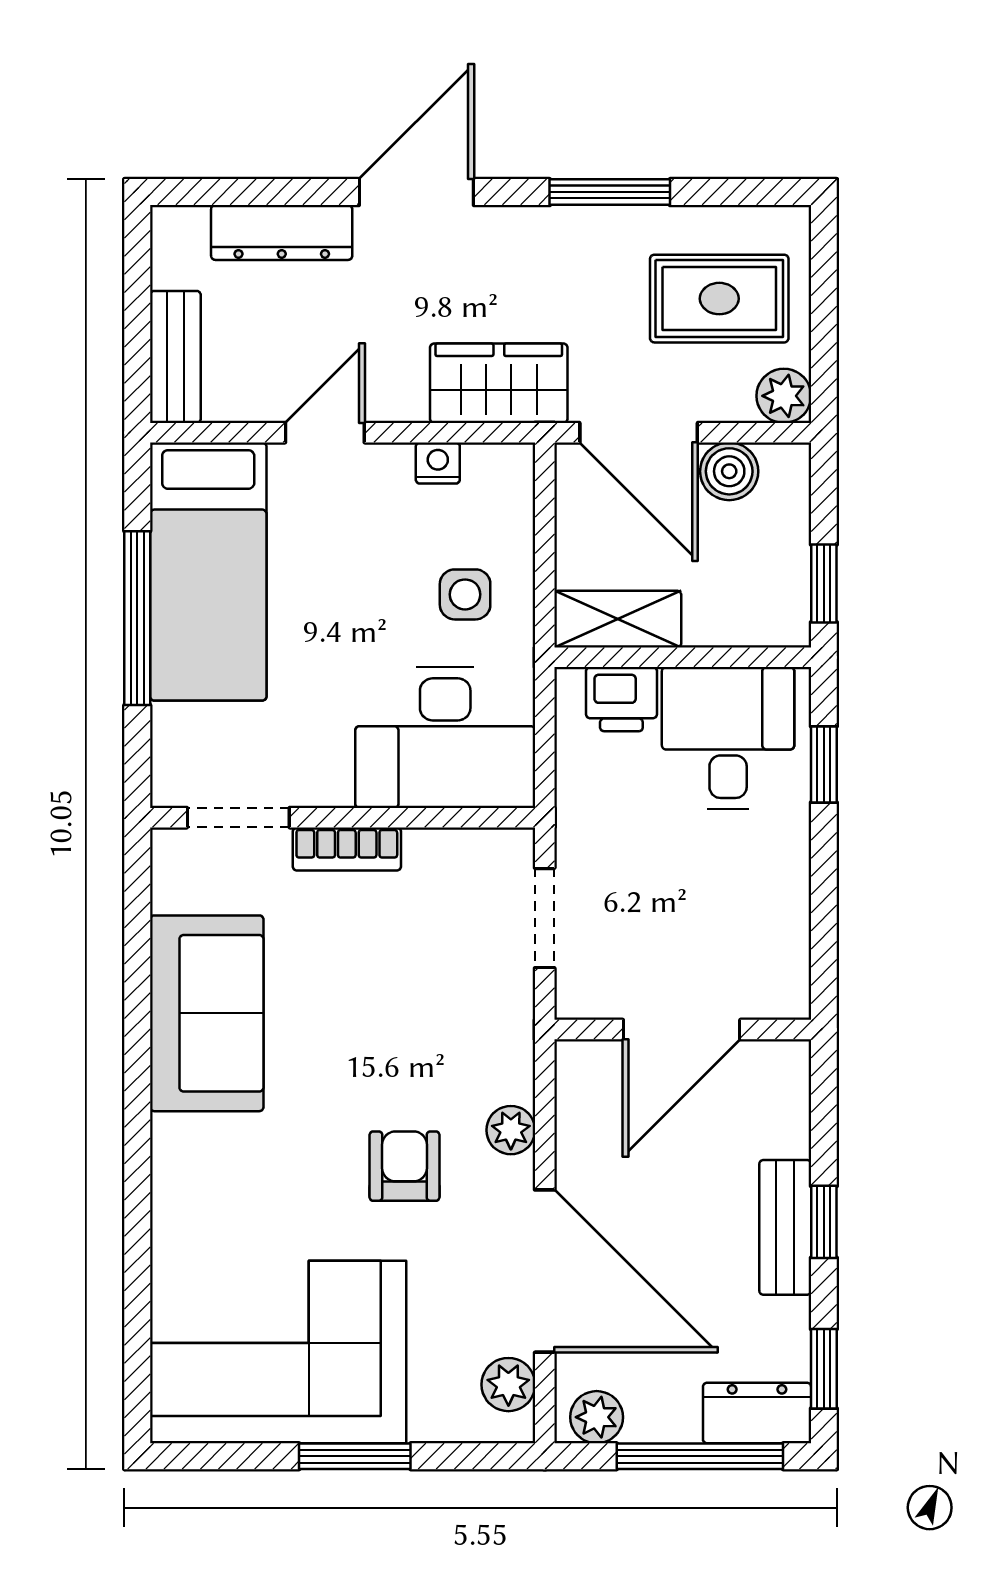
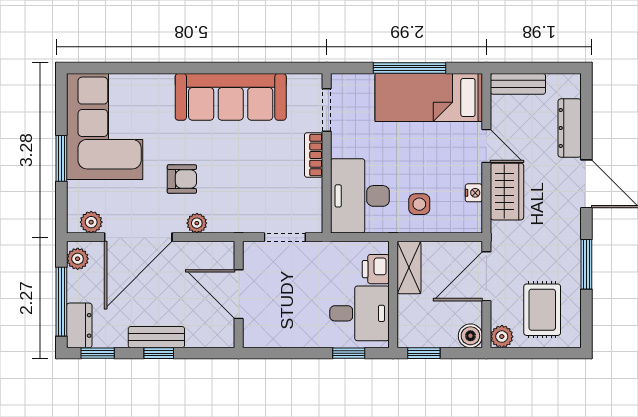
wardrobe: (499, 383) -> (507, 192), moved
boiler: (729, 471) -> (470, 336), moved
sofa: (207, 1013) -> (231, 97), width x1.36

